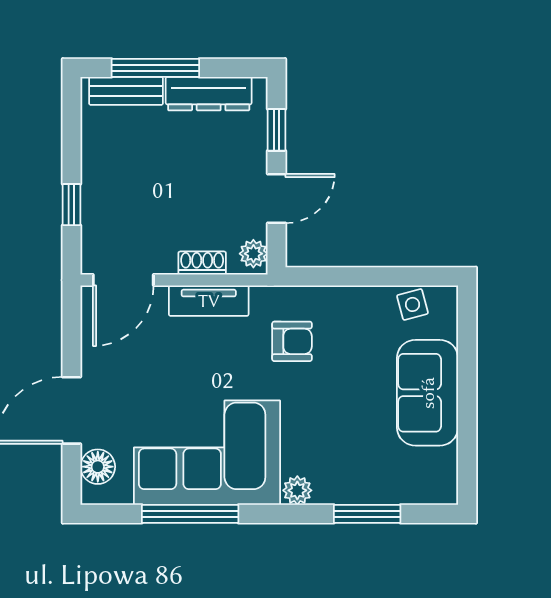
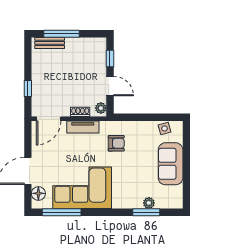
dresser: (209, 94) -> (83, 44), removed
door: (276, 199) -> (110, 86), hinge flipped
plant: (297, 490) -> (149, 203), moved
window: (190, 514) -> (62, 212), moved

